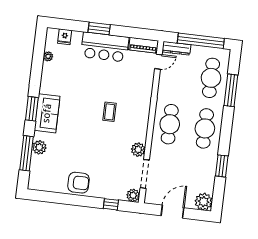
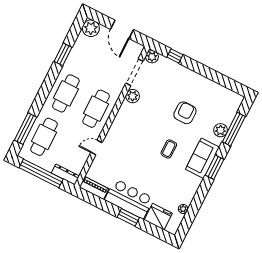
fridge: (65, 37) -> (158, 217), width x1.88, depth x1.34
door: (158, 62) -> (96, 148), moved
window: (231, 90) -> (25, 129), moved
coffee table: (110, 112) -> (169, 149), moved
armchair: (79, 183) -> (185, 113), moved, turned 90
door: (172, 212) -> (122, 29), hinge flipped

